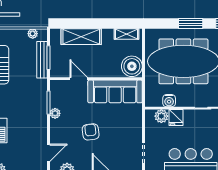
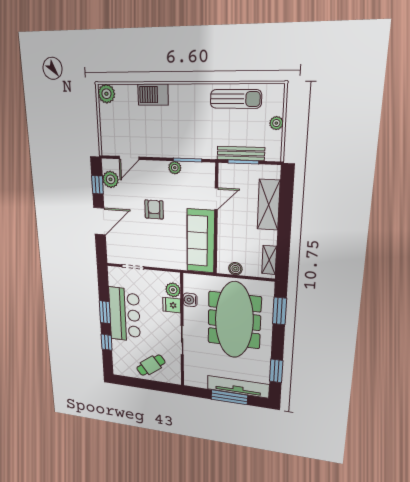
window: (191, 23) -> (280, 311), moved
plant: (33, 34) -> (276, 123), moved
boiler: (132, 66) -> (235, 269), width x0.54, depth x0.54
armchair: (91, 132) -> (154, 209), turned -83
door: (49, 153) -> (129, 158), hinge flipped

